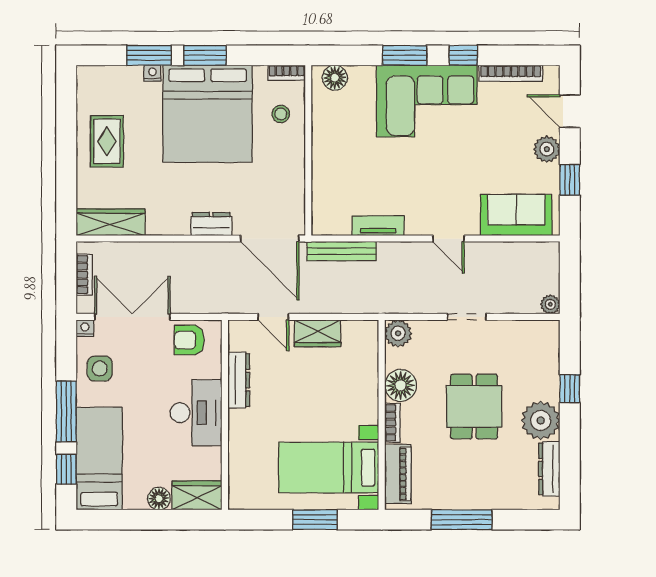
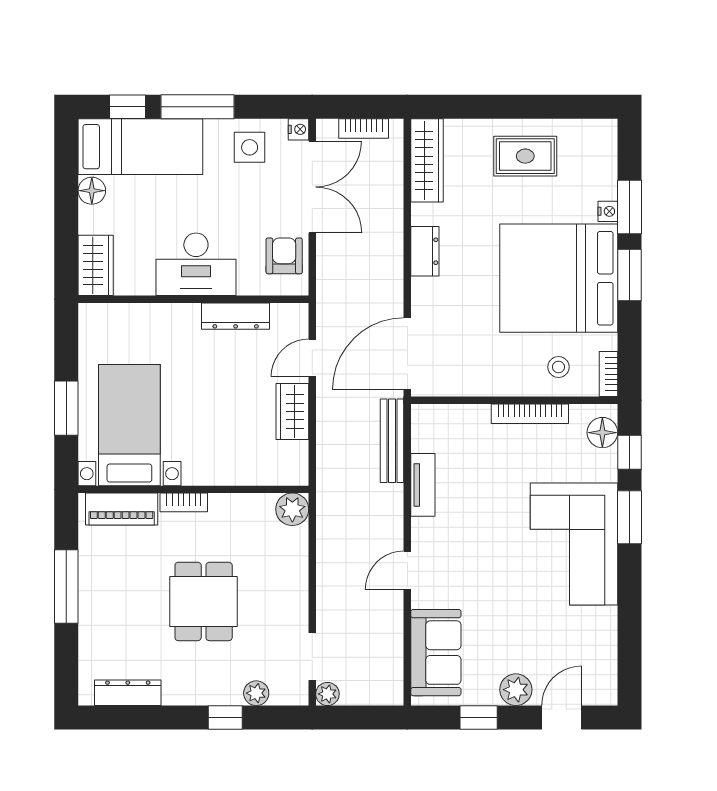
window: (463, 55) -> (630, 452), moved
bookcase: (511, 73) -> (530, 414), moved, turned -90
dresser: (211, 224) -> (425, 251), moved
doorway: (467, 317) -> (312, 657), moved
floor lamp: (401, 385) -> (229, 512), removed
dining table: (474, 406) -> (204, 601), turned 90
plant: (541, 420) -> (256, 693), moved, width x0.53, depth x0.53
floor lamp: (159, 499) -> (92, 191), moved

